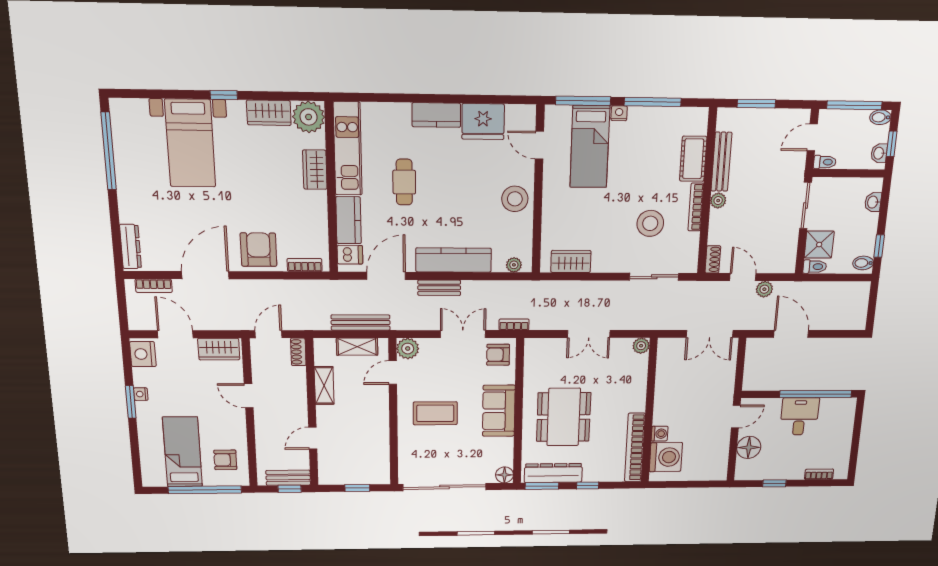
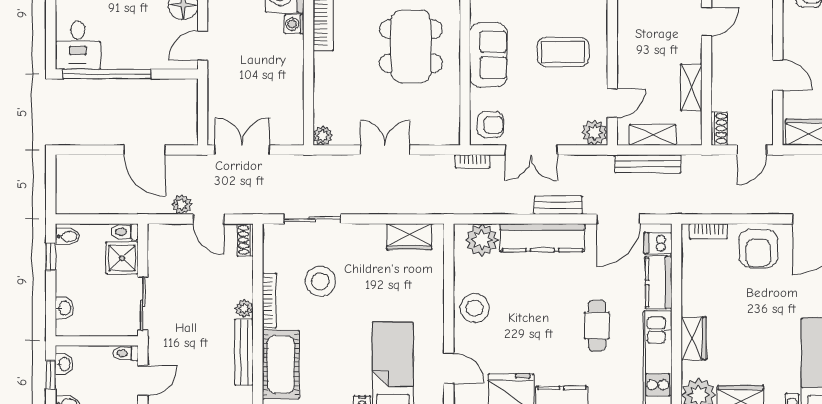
cot: (693, 159) -> (281, 364), width x1.37, depth x1.34
plant: (514, 265) -> (482, 240), width x1.88, depth x1.88
desk: (799, 416) -> (78, 45), moved

